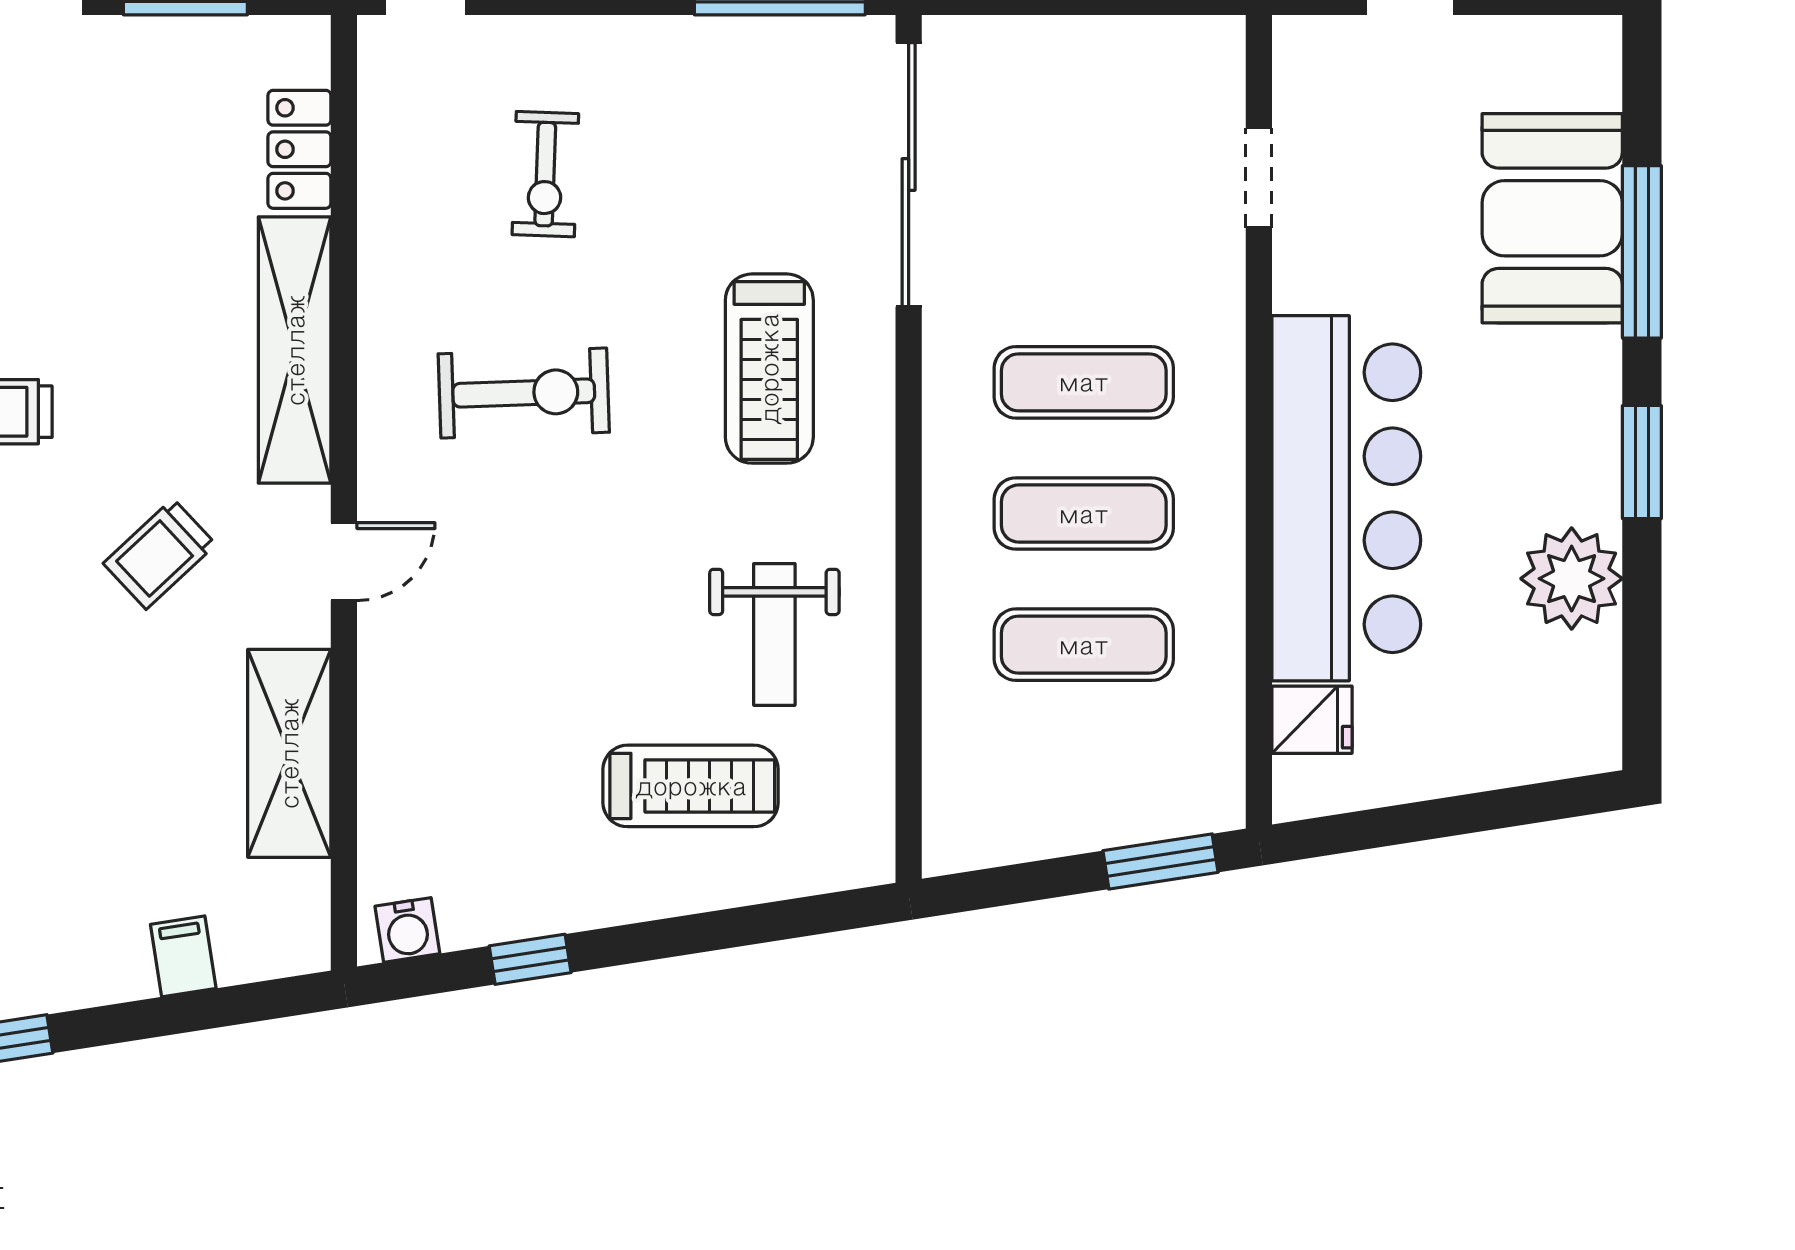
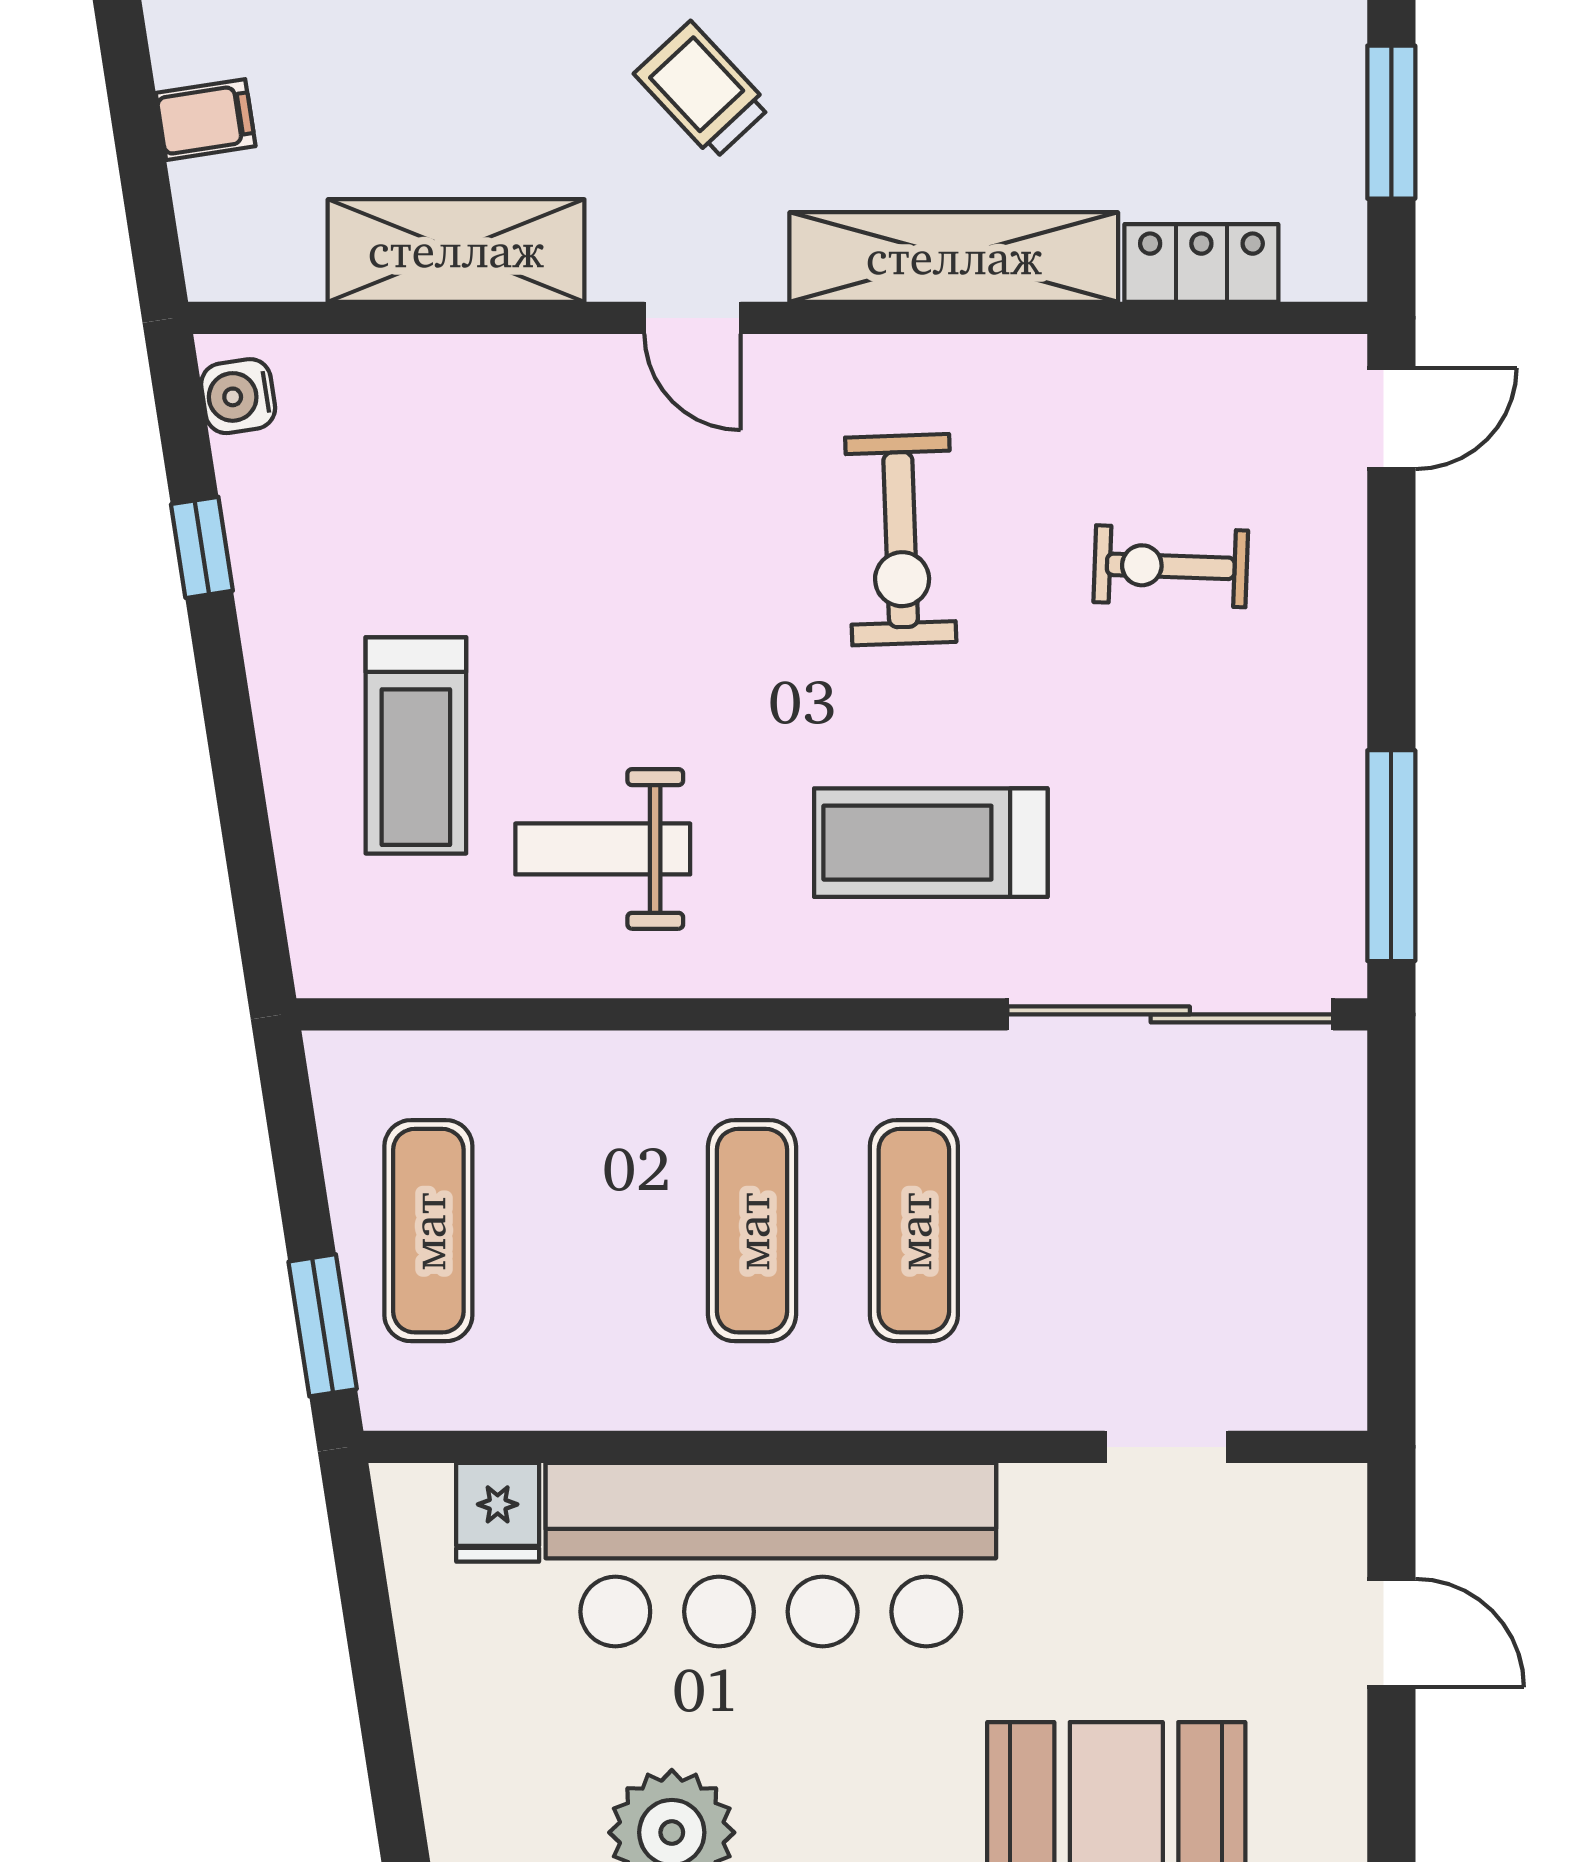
exercise mat: (1084, 645) -> (428, 1231), moved

